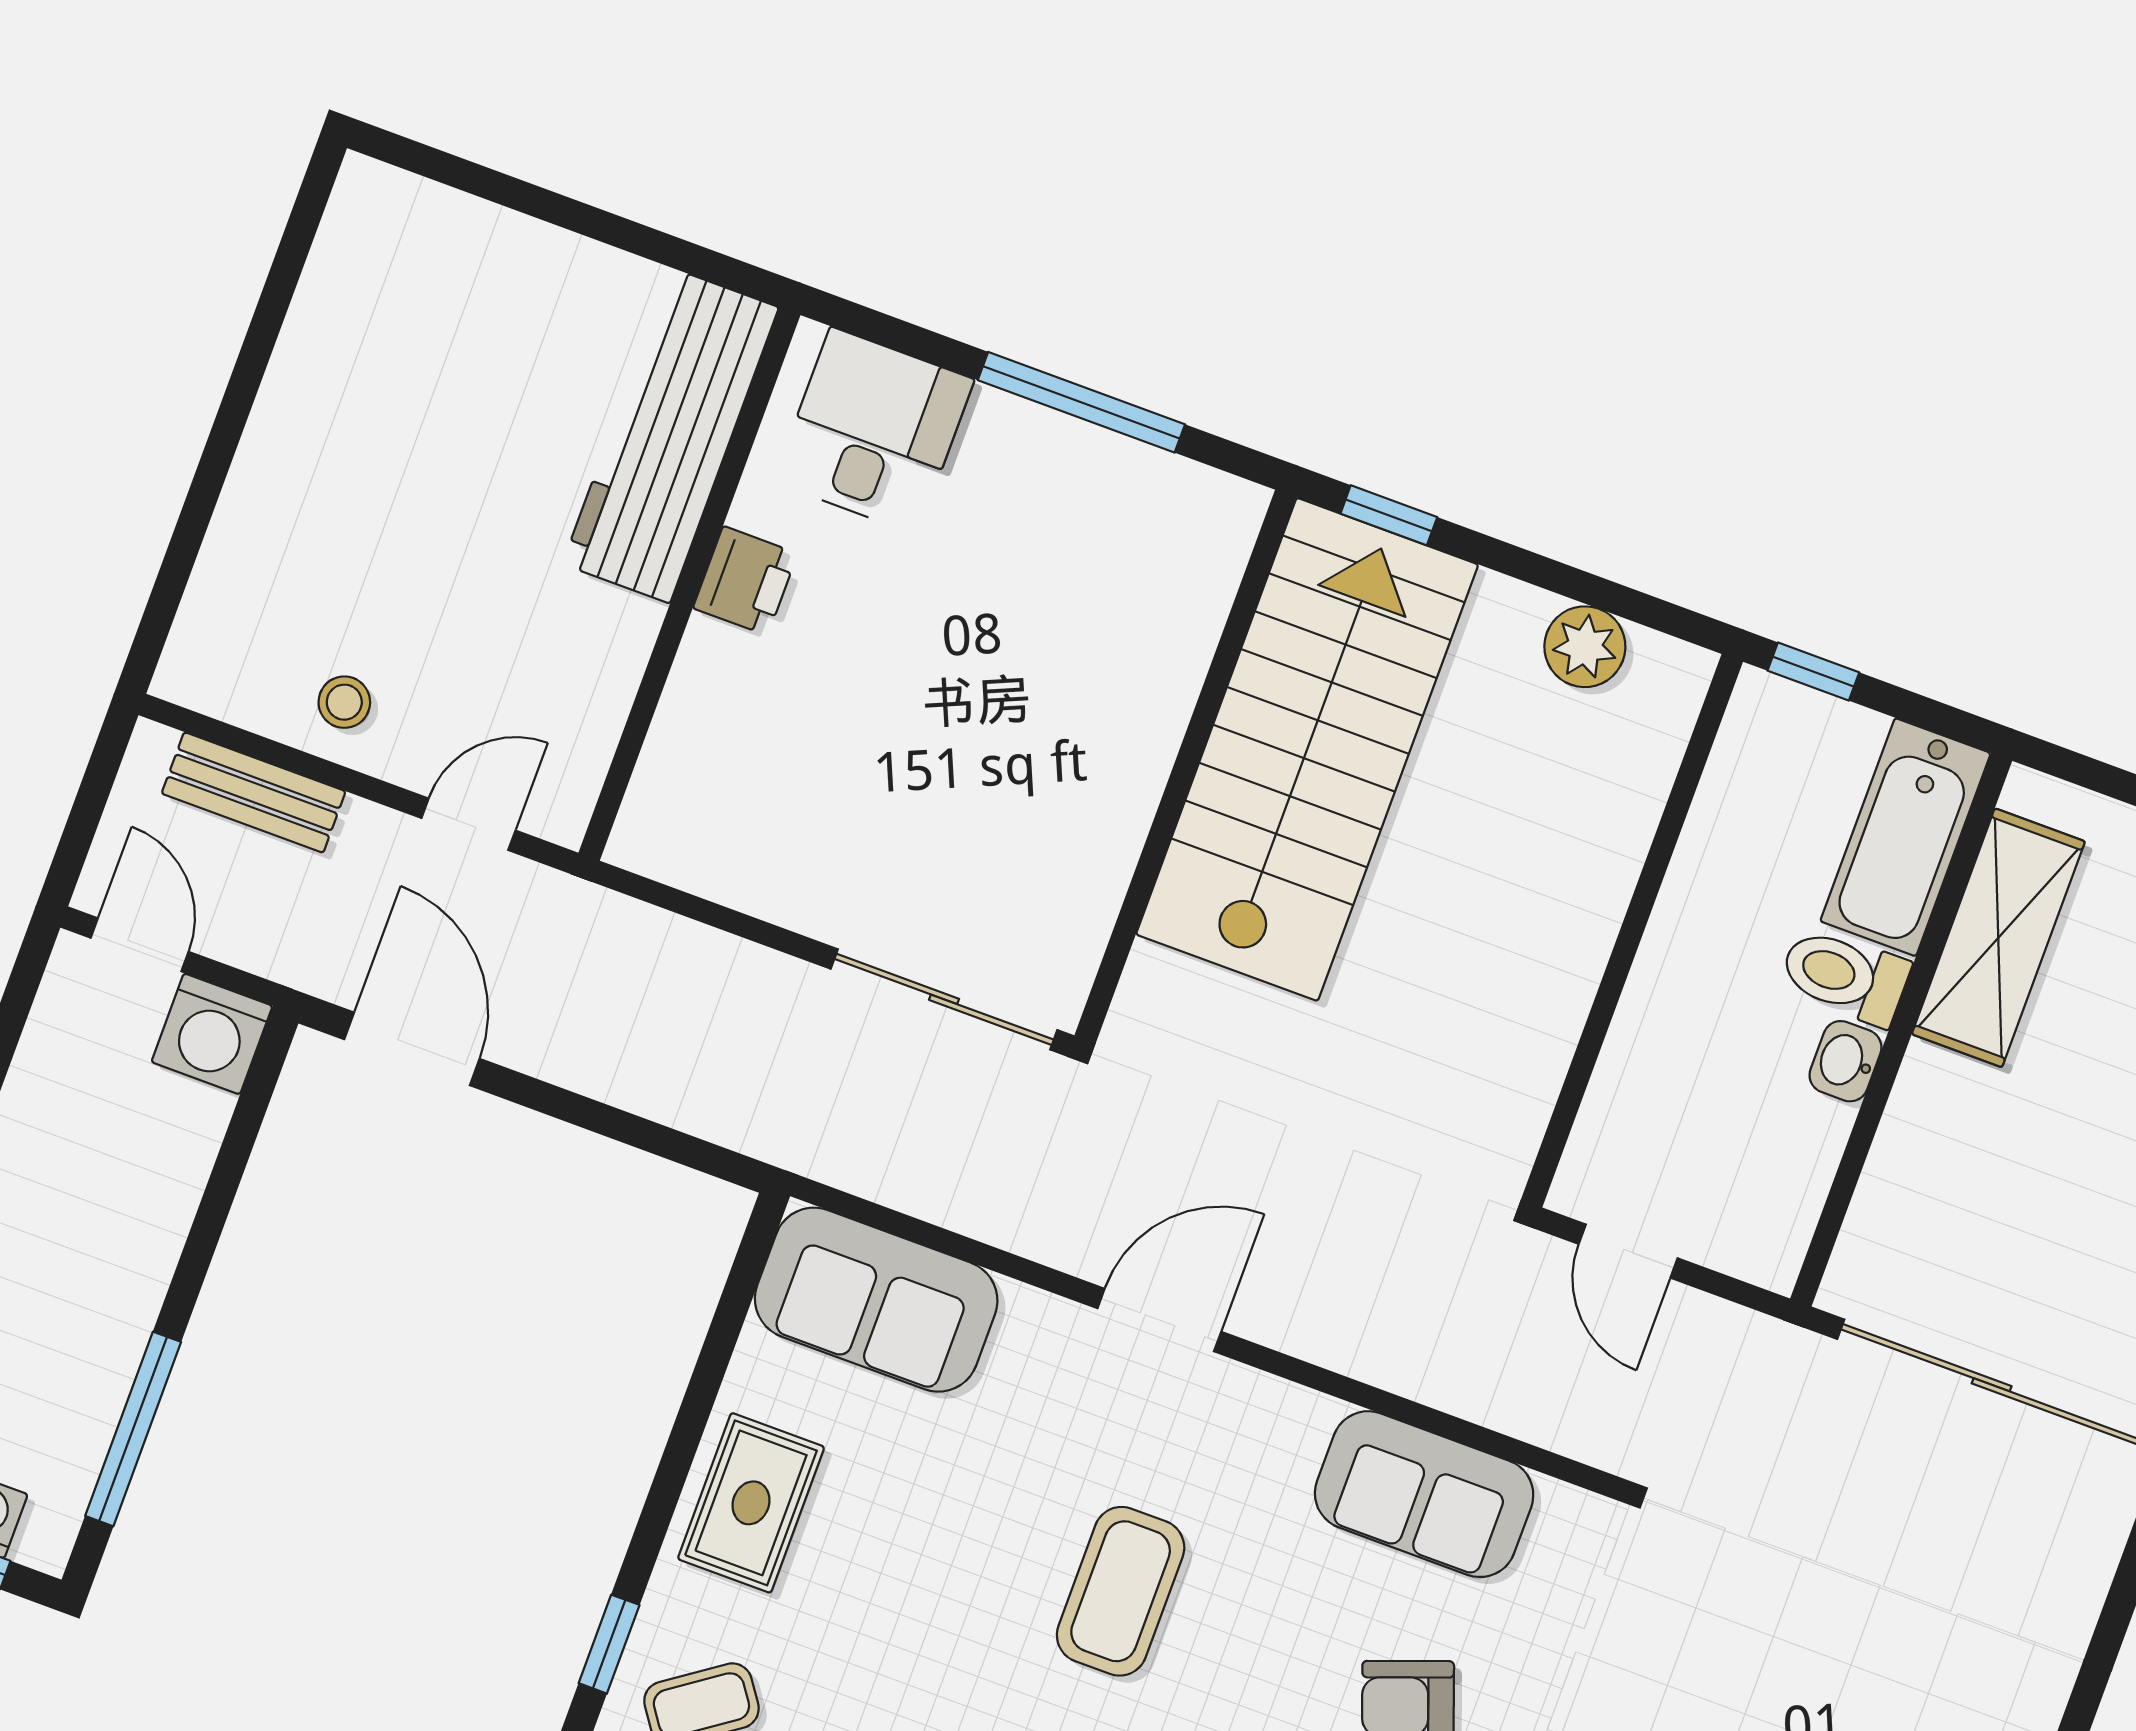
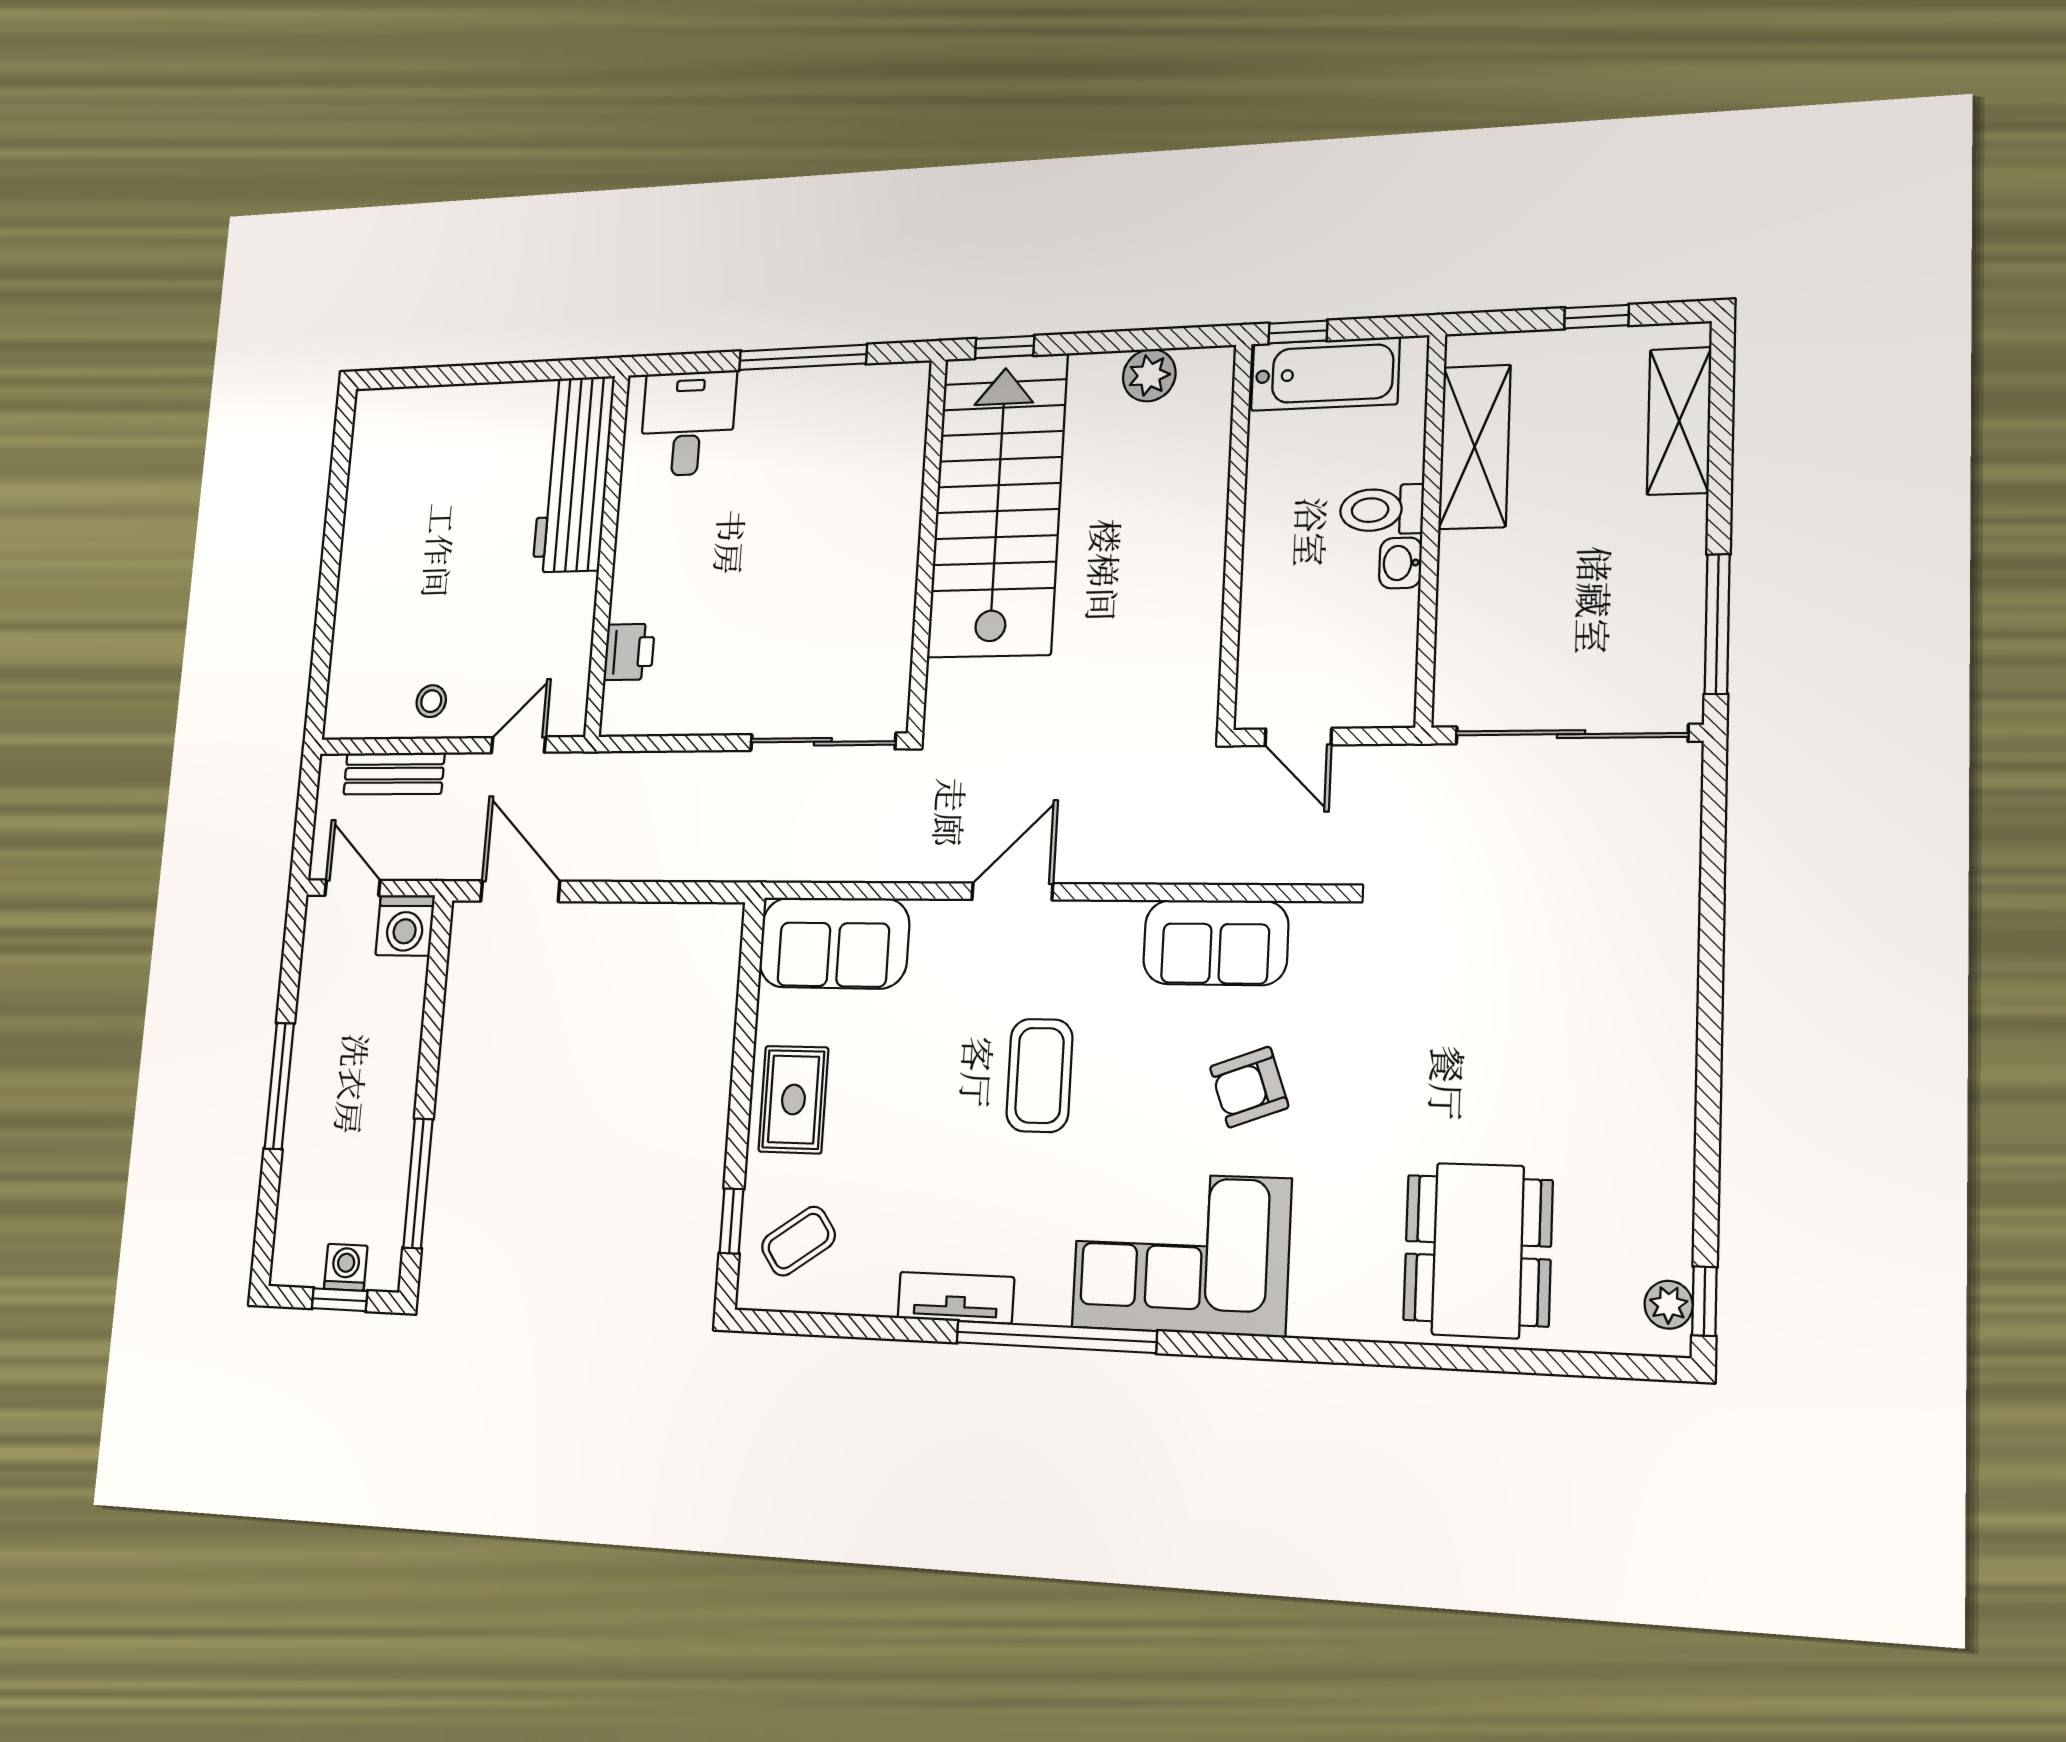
printer: (745, 581) -> (629, 652), moved
bathtub: (1905, 837) -> (1325, 374), moved, turned -90

